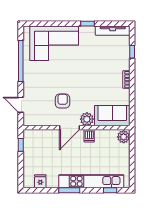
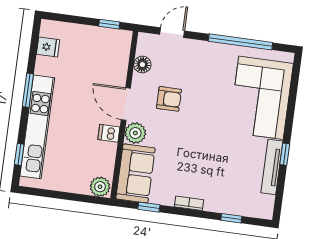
tv unit: (113, 31) -> (272, 167), moved
window: (132, 104) -> (149, 207), added
floor lamp: (43, 121) -> (142, 65), added

